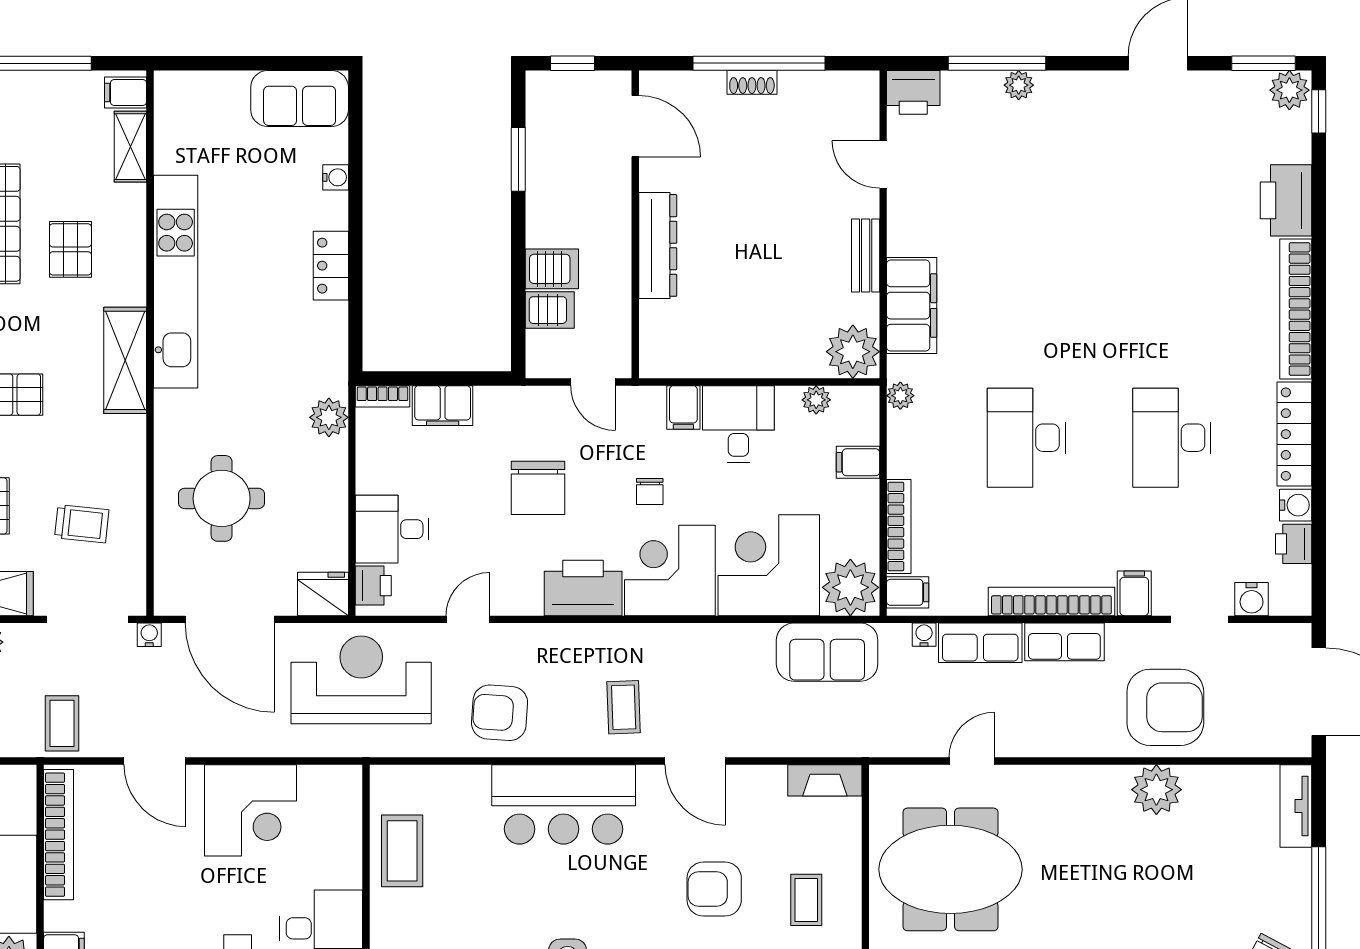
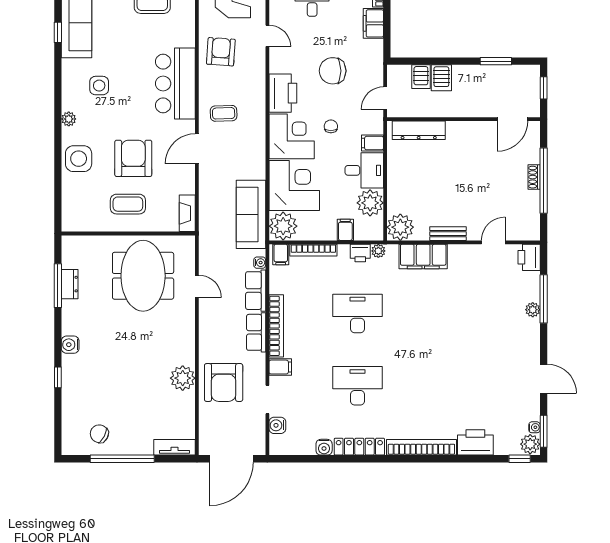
water cooler: (1255, 82) -> (534, 427), added
dresser: (658, 245) -> (419, 130), moved
plant: (816, 400) -> (370, 203), width x1.88, depth x1.88
chair: (650, 491) -> (331, 126), turned 90
printer: (1294, 544) -> (360, 253), moved, turned 180
sofa: (827, 652) -> (251, 214), width x1.36
armchair: (714, 889) -> (133, 158), width x1.36, depth x1.36
coffee table: (806, 900) -> (128, 204), width x1.36, depth x1.30

